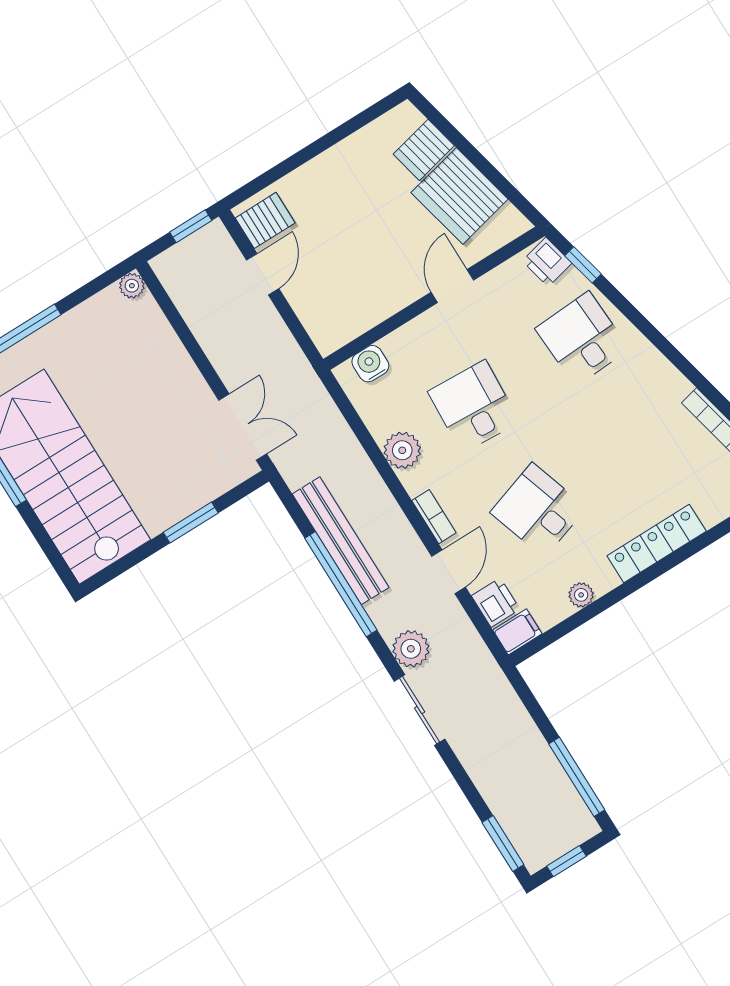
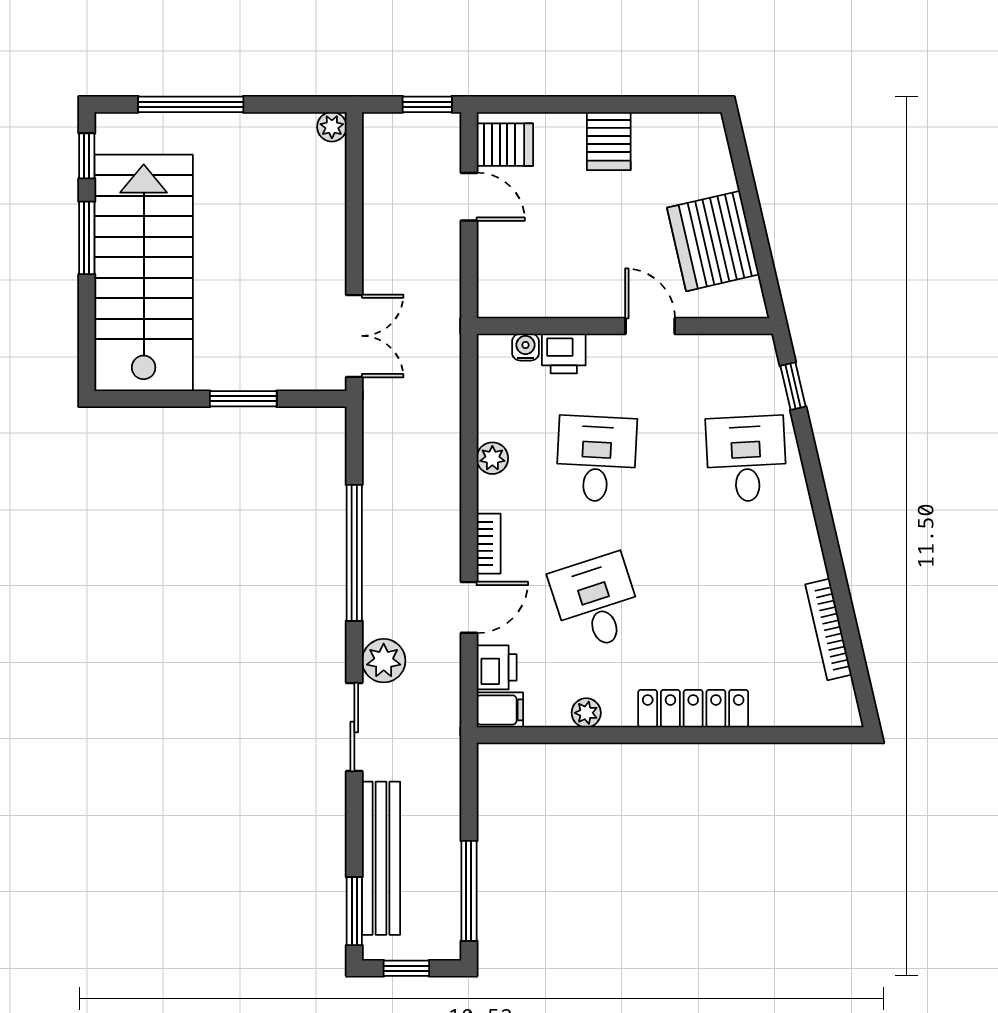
server rack: (424, 150) -> (609, 141), moved, turned -77
printer: (547, 262) -> (564, 354), moved, turned -77
door: (263, 274) -> (469, 197), hinge flipped
door: (452, 286) -> (650, 326), hinge flipped
water cooler: (370, 364) -> (525, 347), width x0.72, depth x0.72
plant: (402, 450) -> (492, 458), width x0.73, depth x0.73
bench: (341, 541) -> (381, 858), moved

